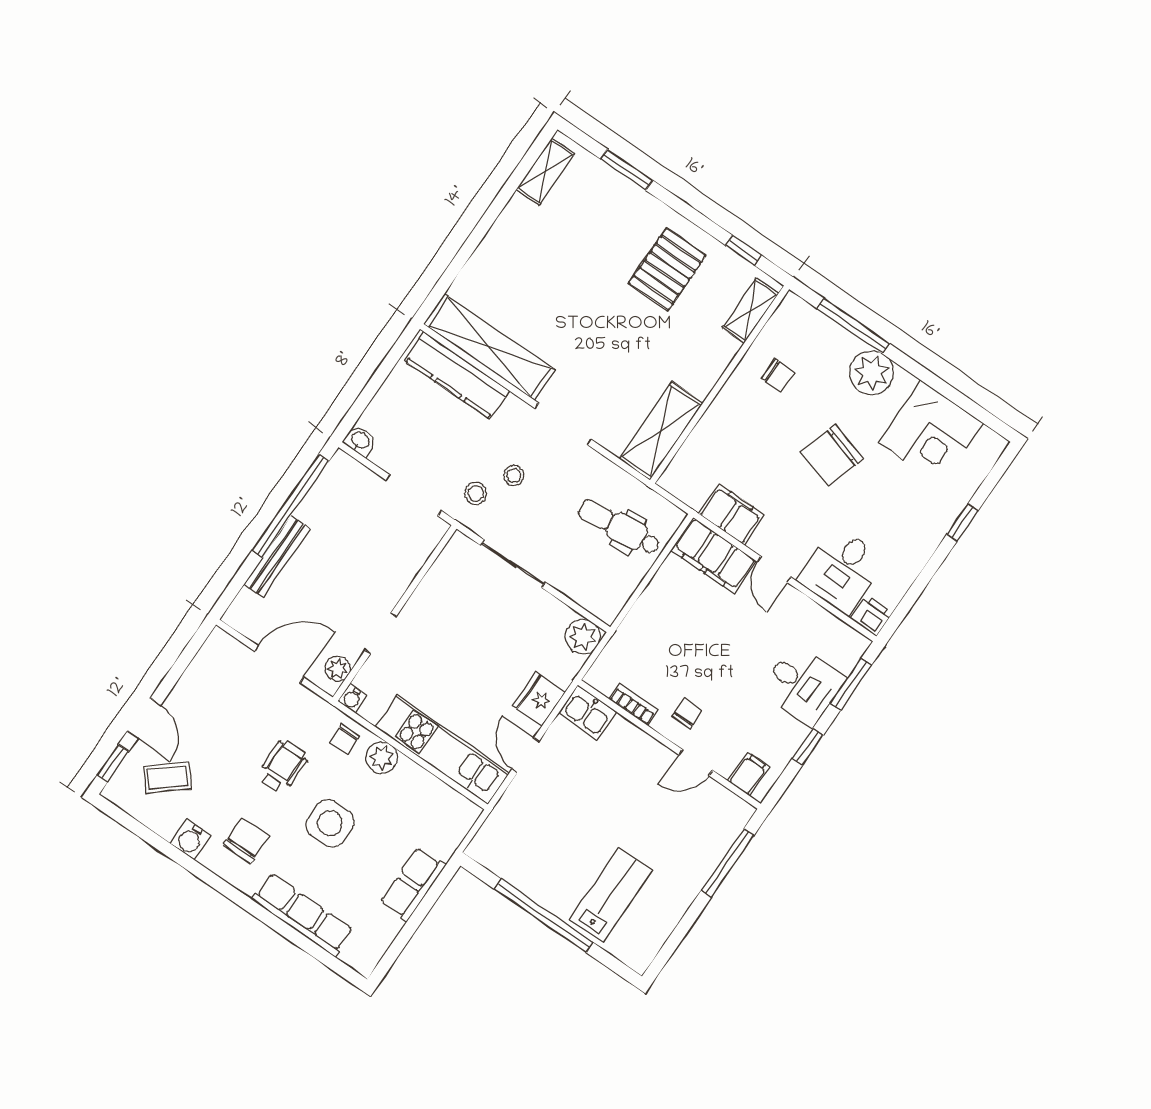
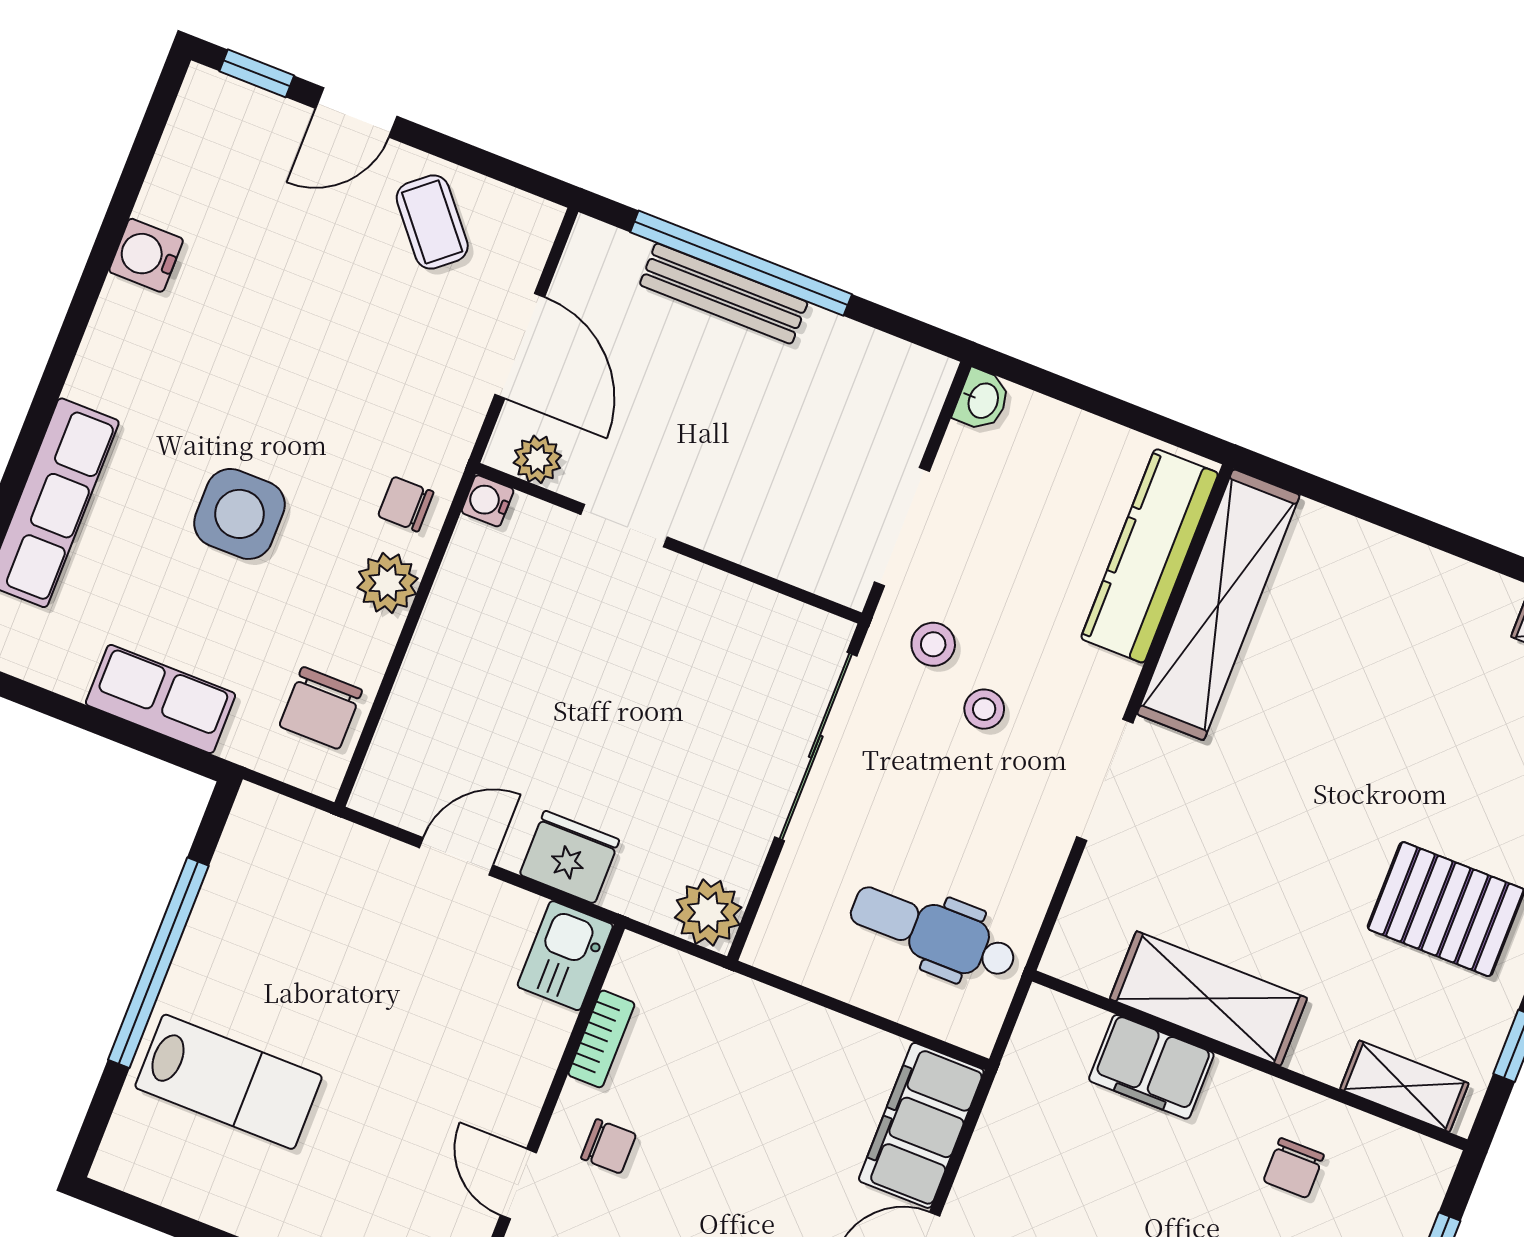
shelving: (661, 431) -> (1208, 998), moved
window: (291, 506) -> (741, 263), moved
filing cabinet: (732, 514) -> (1151, 1067), moved, turned 90
dental chair: (619, 527) -> (933, 933), turned -84
sliding door: (513, 564) -> (816, 747), width x1.37
kitchen unit: (442, 750) -> (430, 695), removed
wheelchair: (283, 766) -> (326, 398), removed
coffee table: (168, 778) -> (432, 222), moved
chair: (246, 840) -> (321, 708), moved, turned 90

